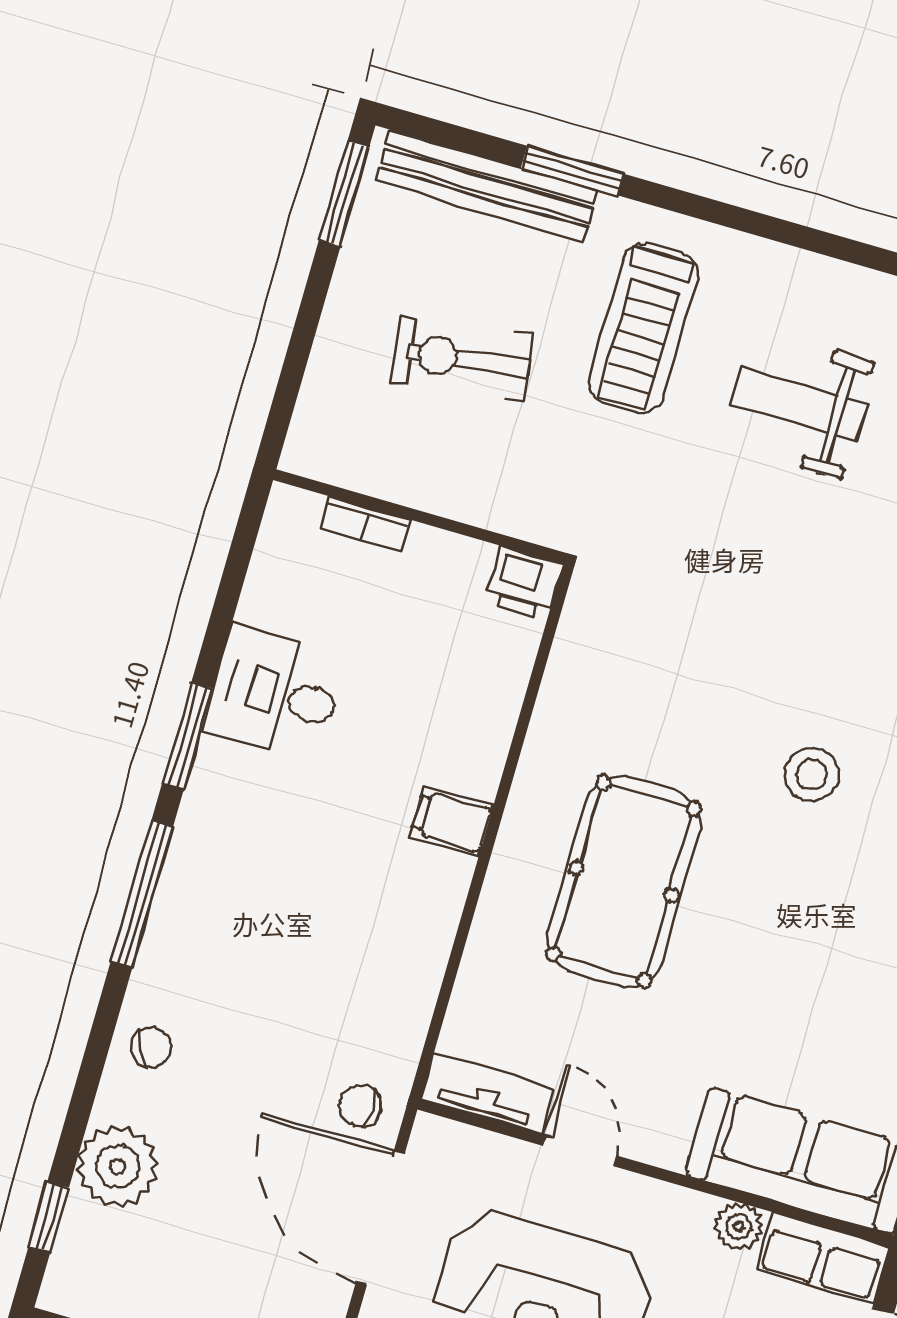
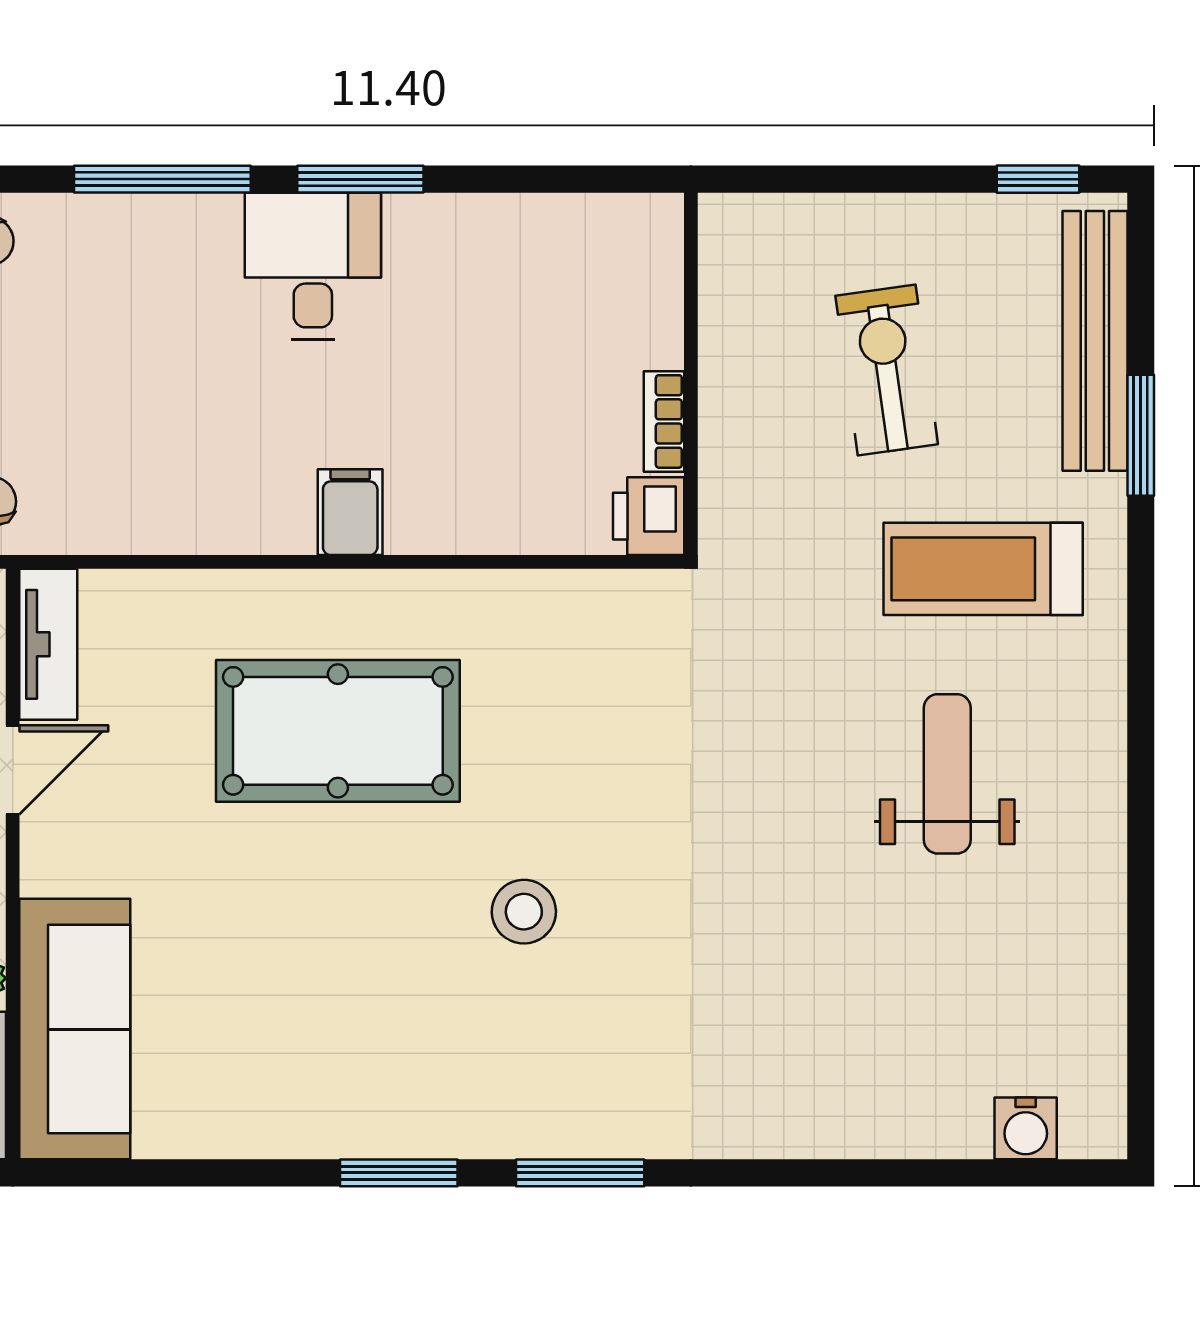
window: (344, 194) -> (1038, 179), width x0.67
bookcase: (365, 524) -> (664, 421), moved
desk: (275, 694) -> (313, 266), moved

